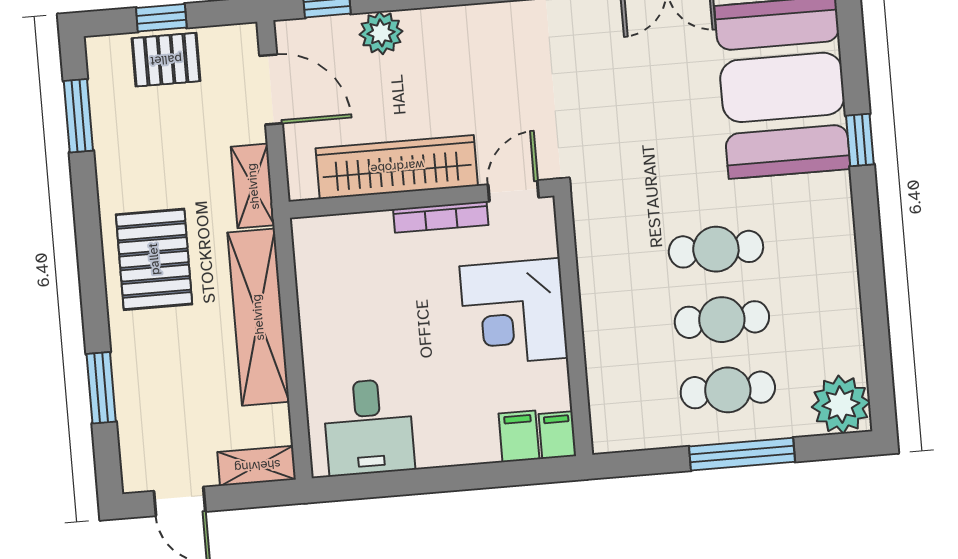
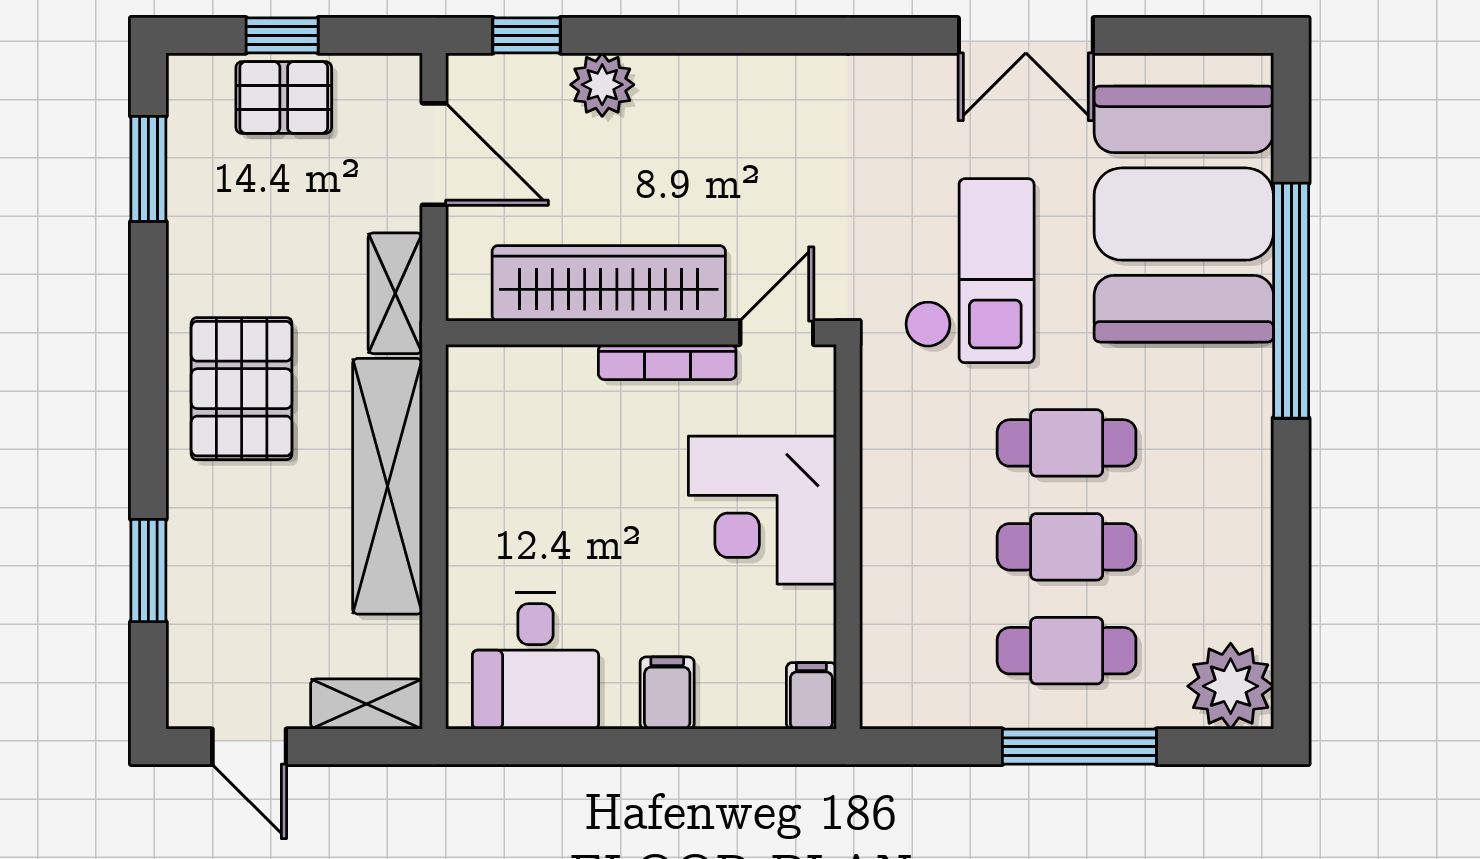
checkout: (640, 138) -> (969, 271), added
window: (860, 140) -> (1291, 301), width x3.17
filing cabinet: (519, 436) -> (667, 693), moved

